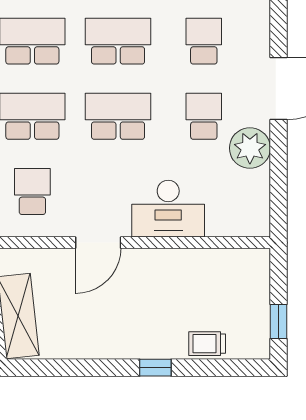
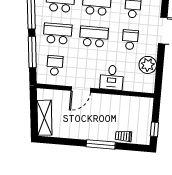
plant: (250, 148) -> (148, 65), moved
desk: (168, 209) -> (112, 78), width x0.73
window: (155, 368) -> (101, 144), width x2.17

